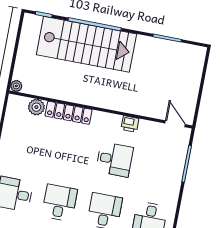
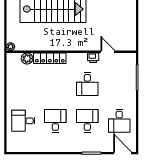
door: (175, 124) -> (108, 52), moved
desk: (114, 159) -> (87, 84), turned 90

